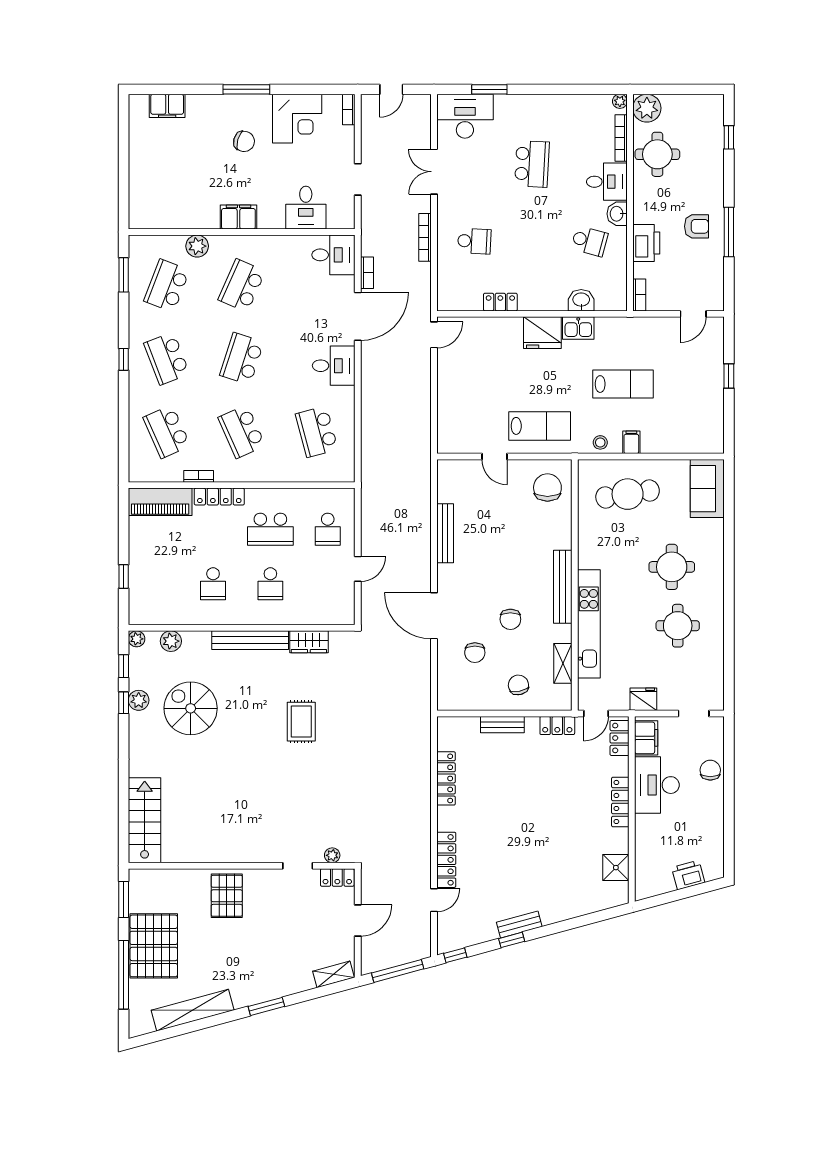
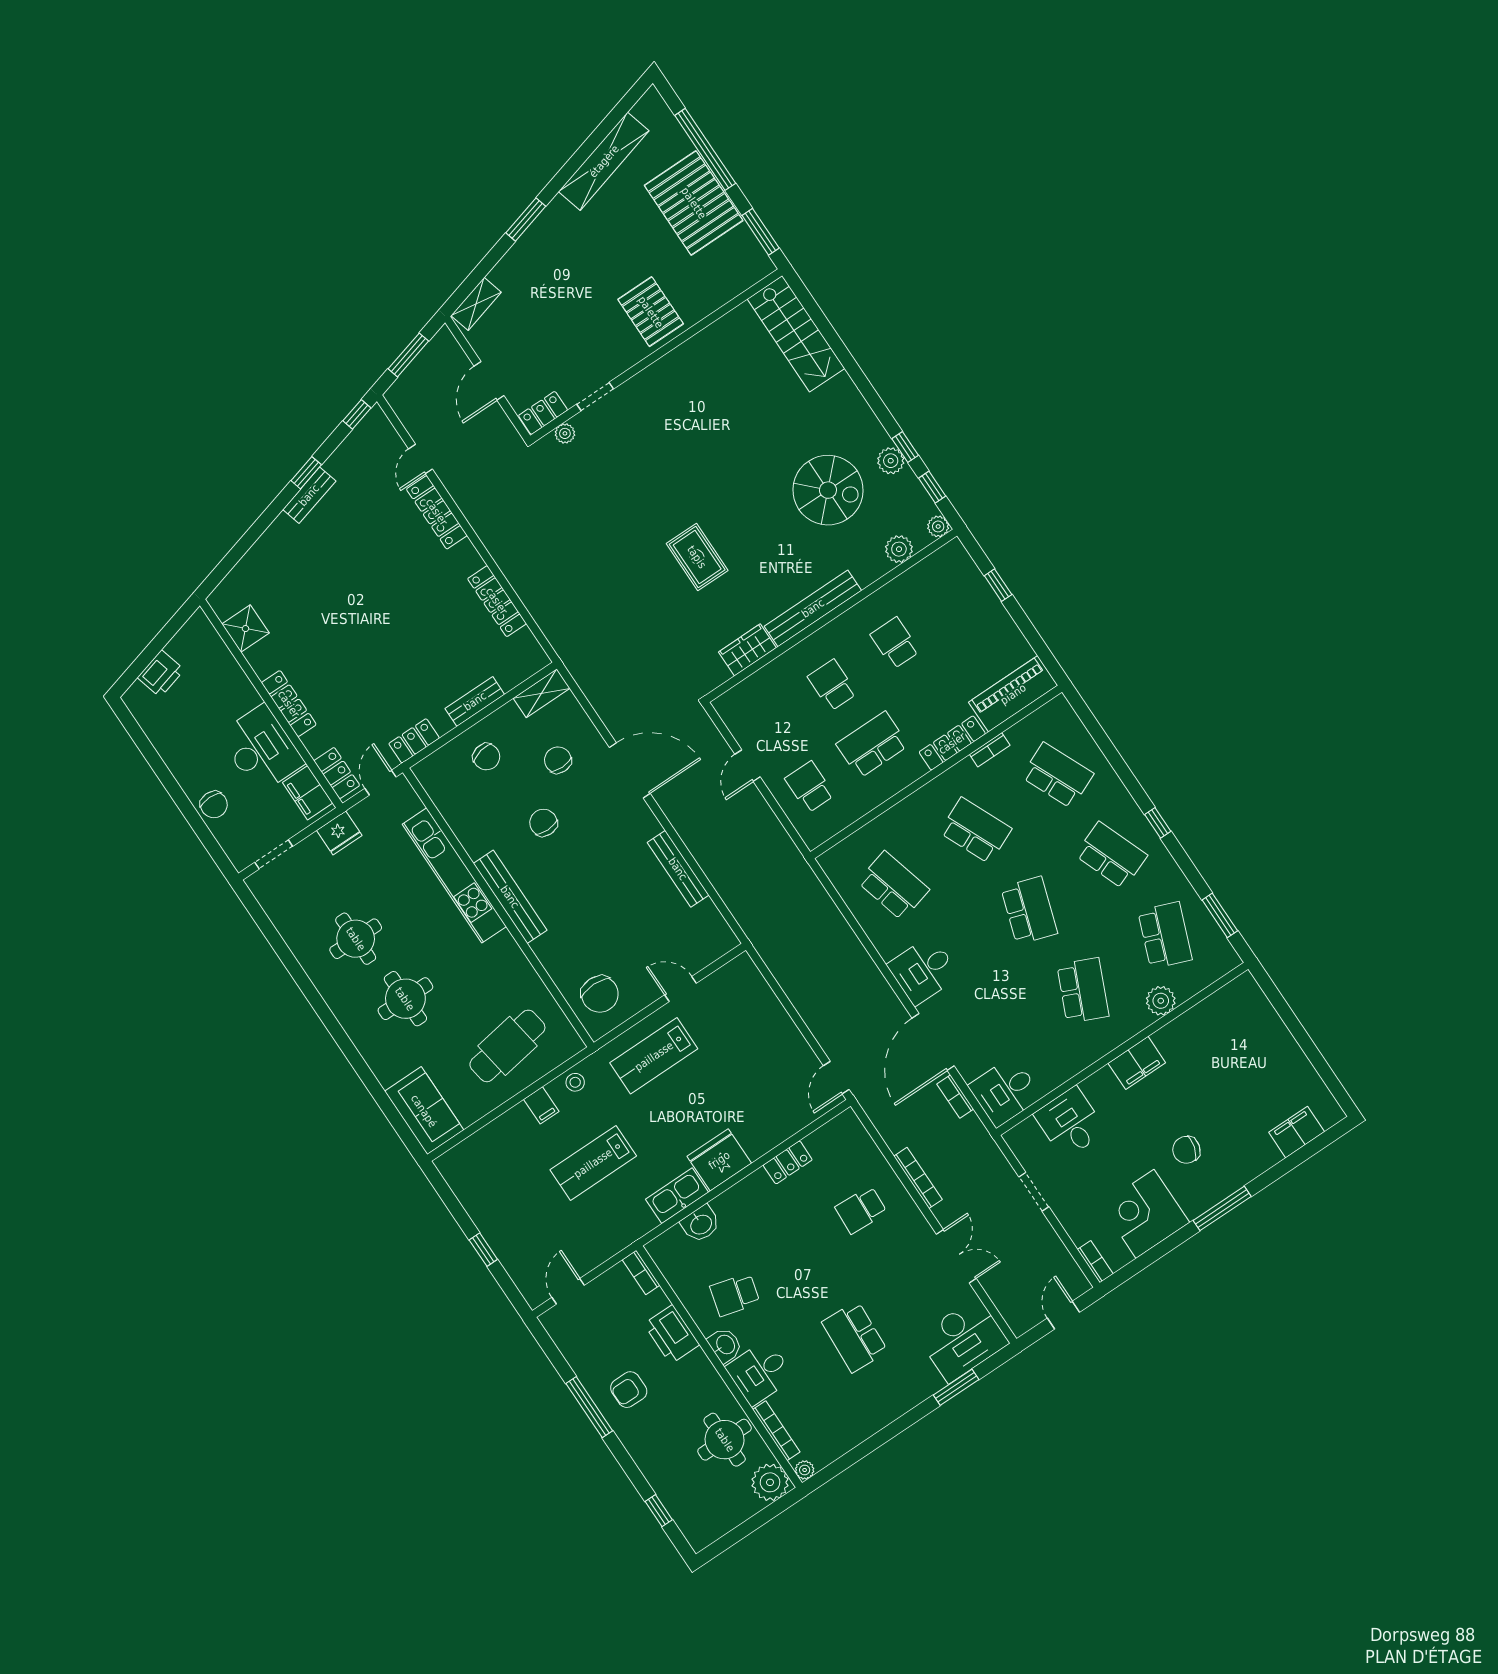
kitchen sink: (578, 328) -> (677, 1196), width x1.38
shelving: (563, 663) -> (542, 693), moved, turned 90
window: (398, 971) -> (408, 355), width x0.69

